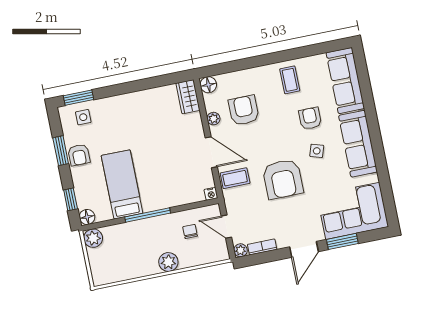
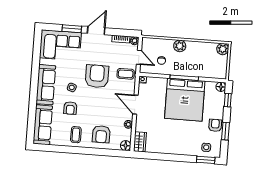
armchair: (244, 110) -> (101, 134), moved
coffee table: (235, 178) -> (126, 74), moved
bed: (122, 184) -> (185, 100), width x2.04
plant: (93, 238) -> (223, 49), moved

